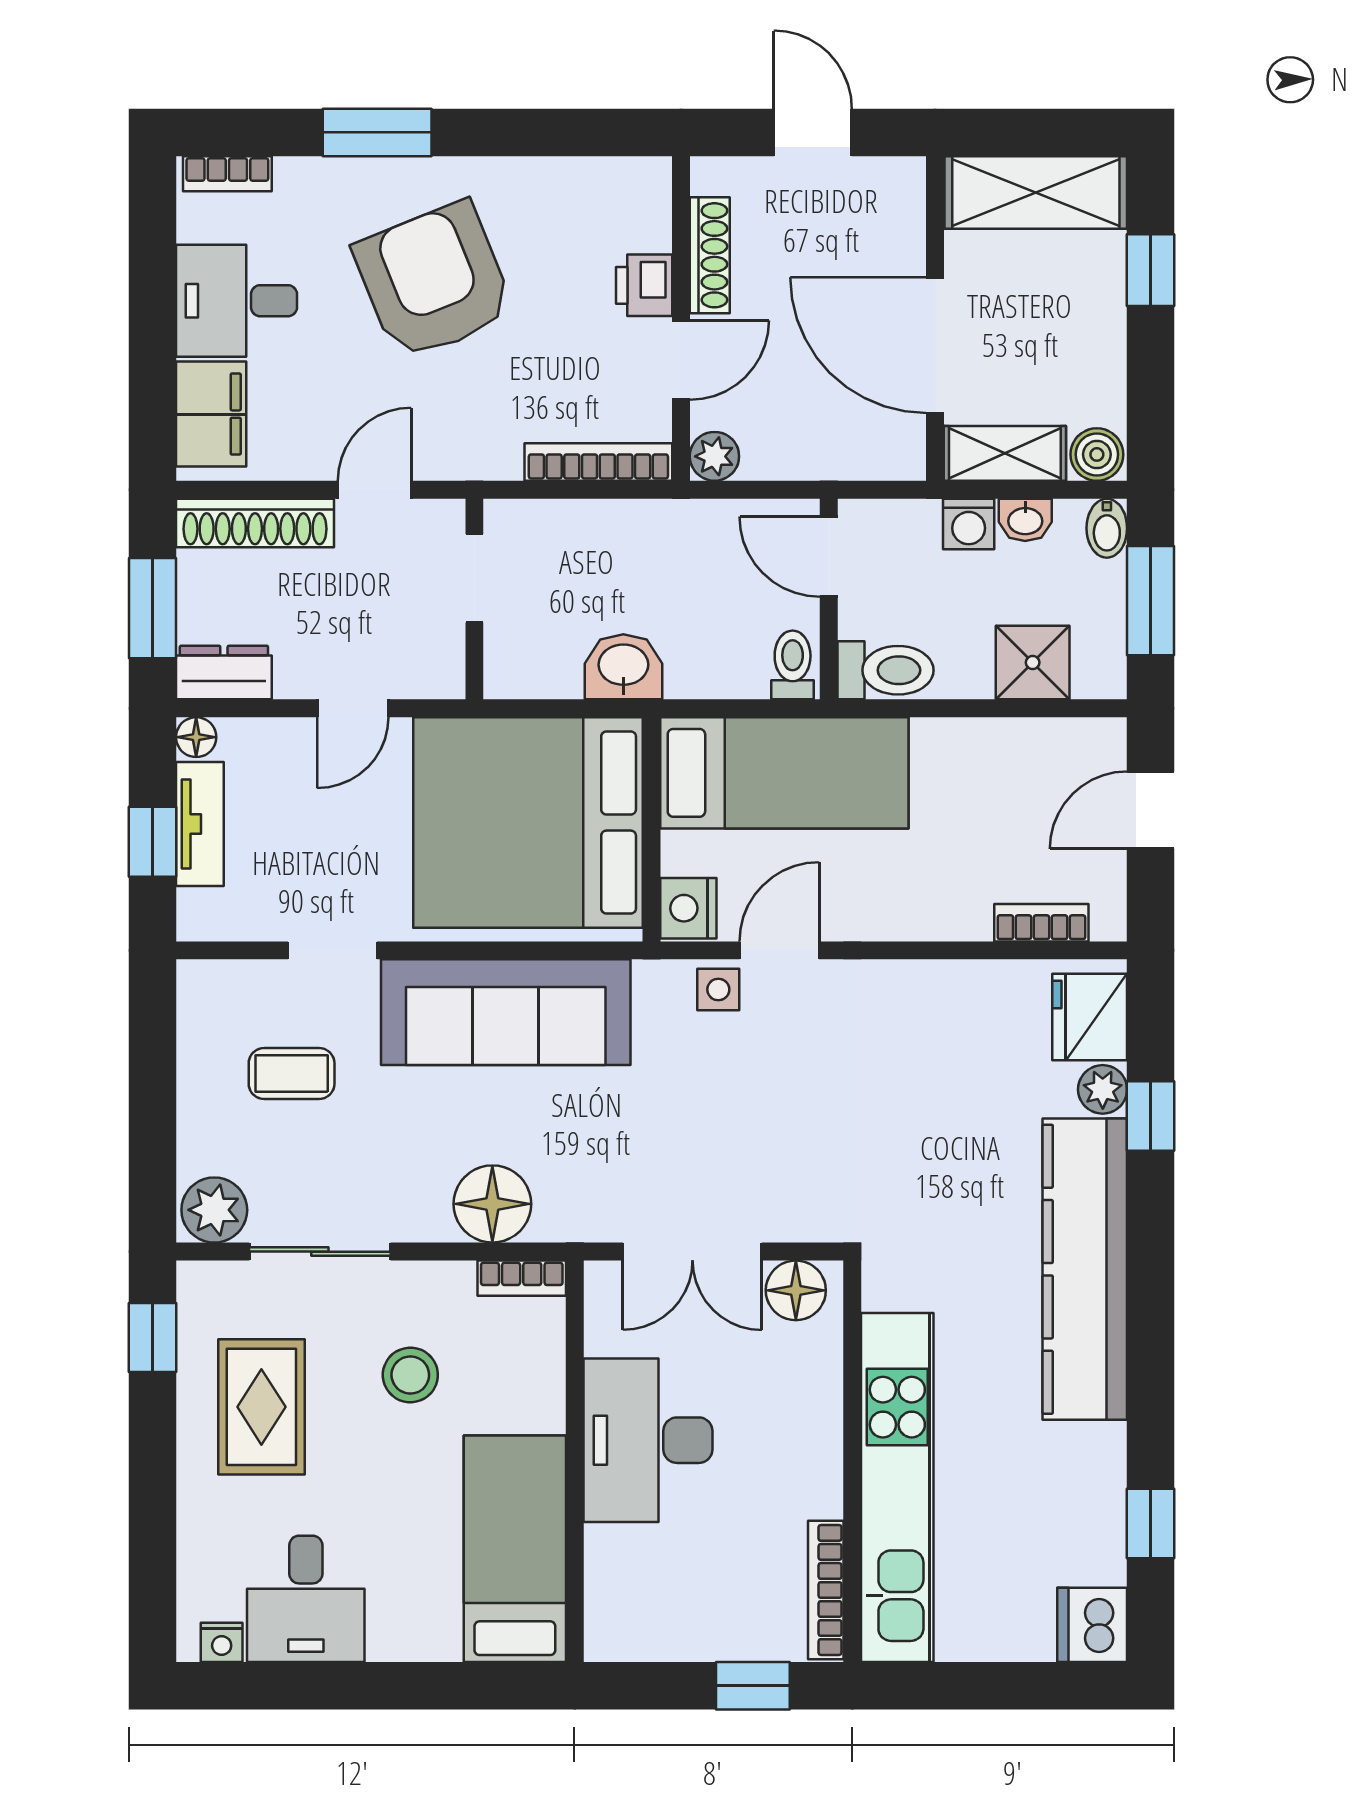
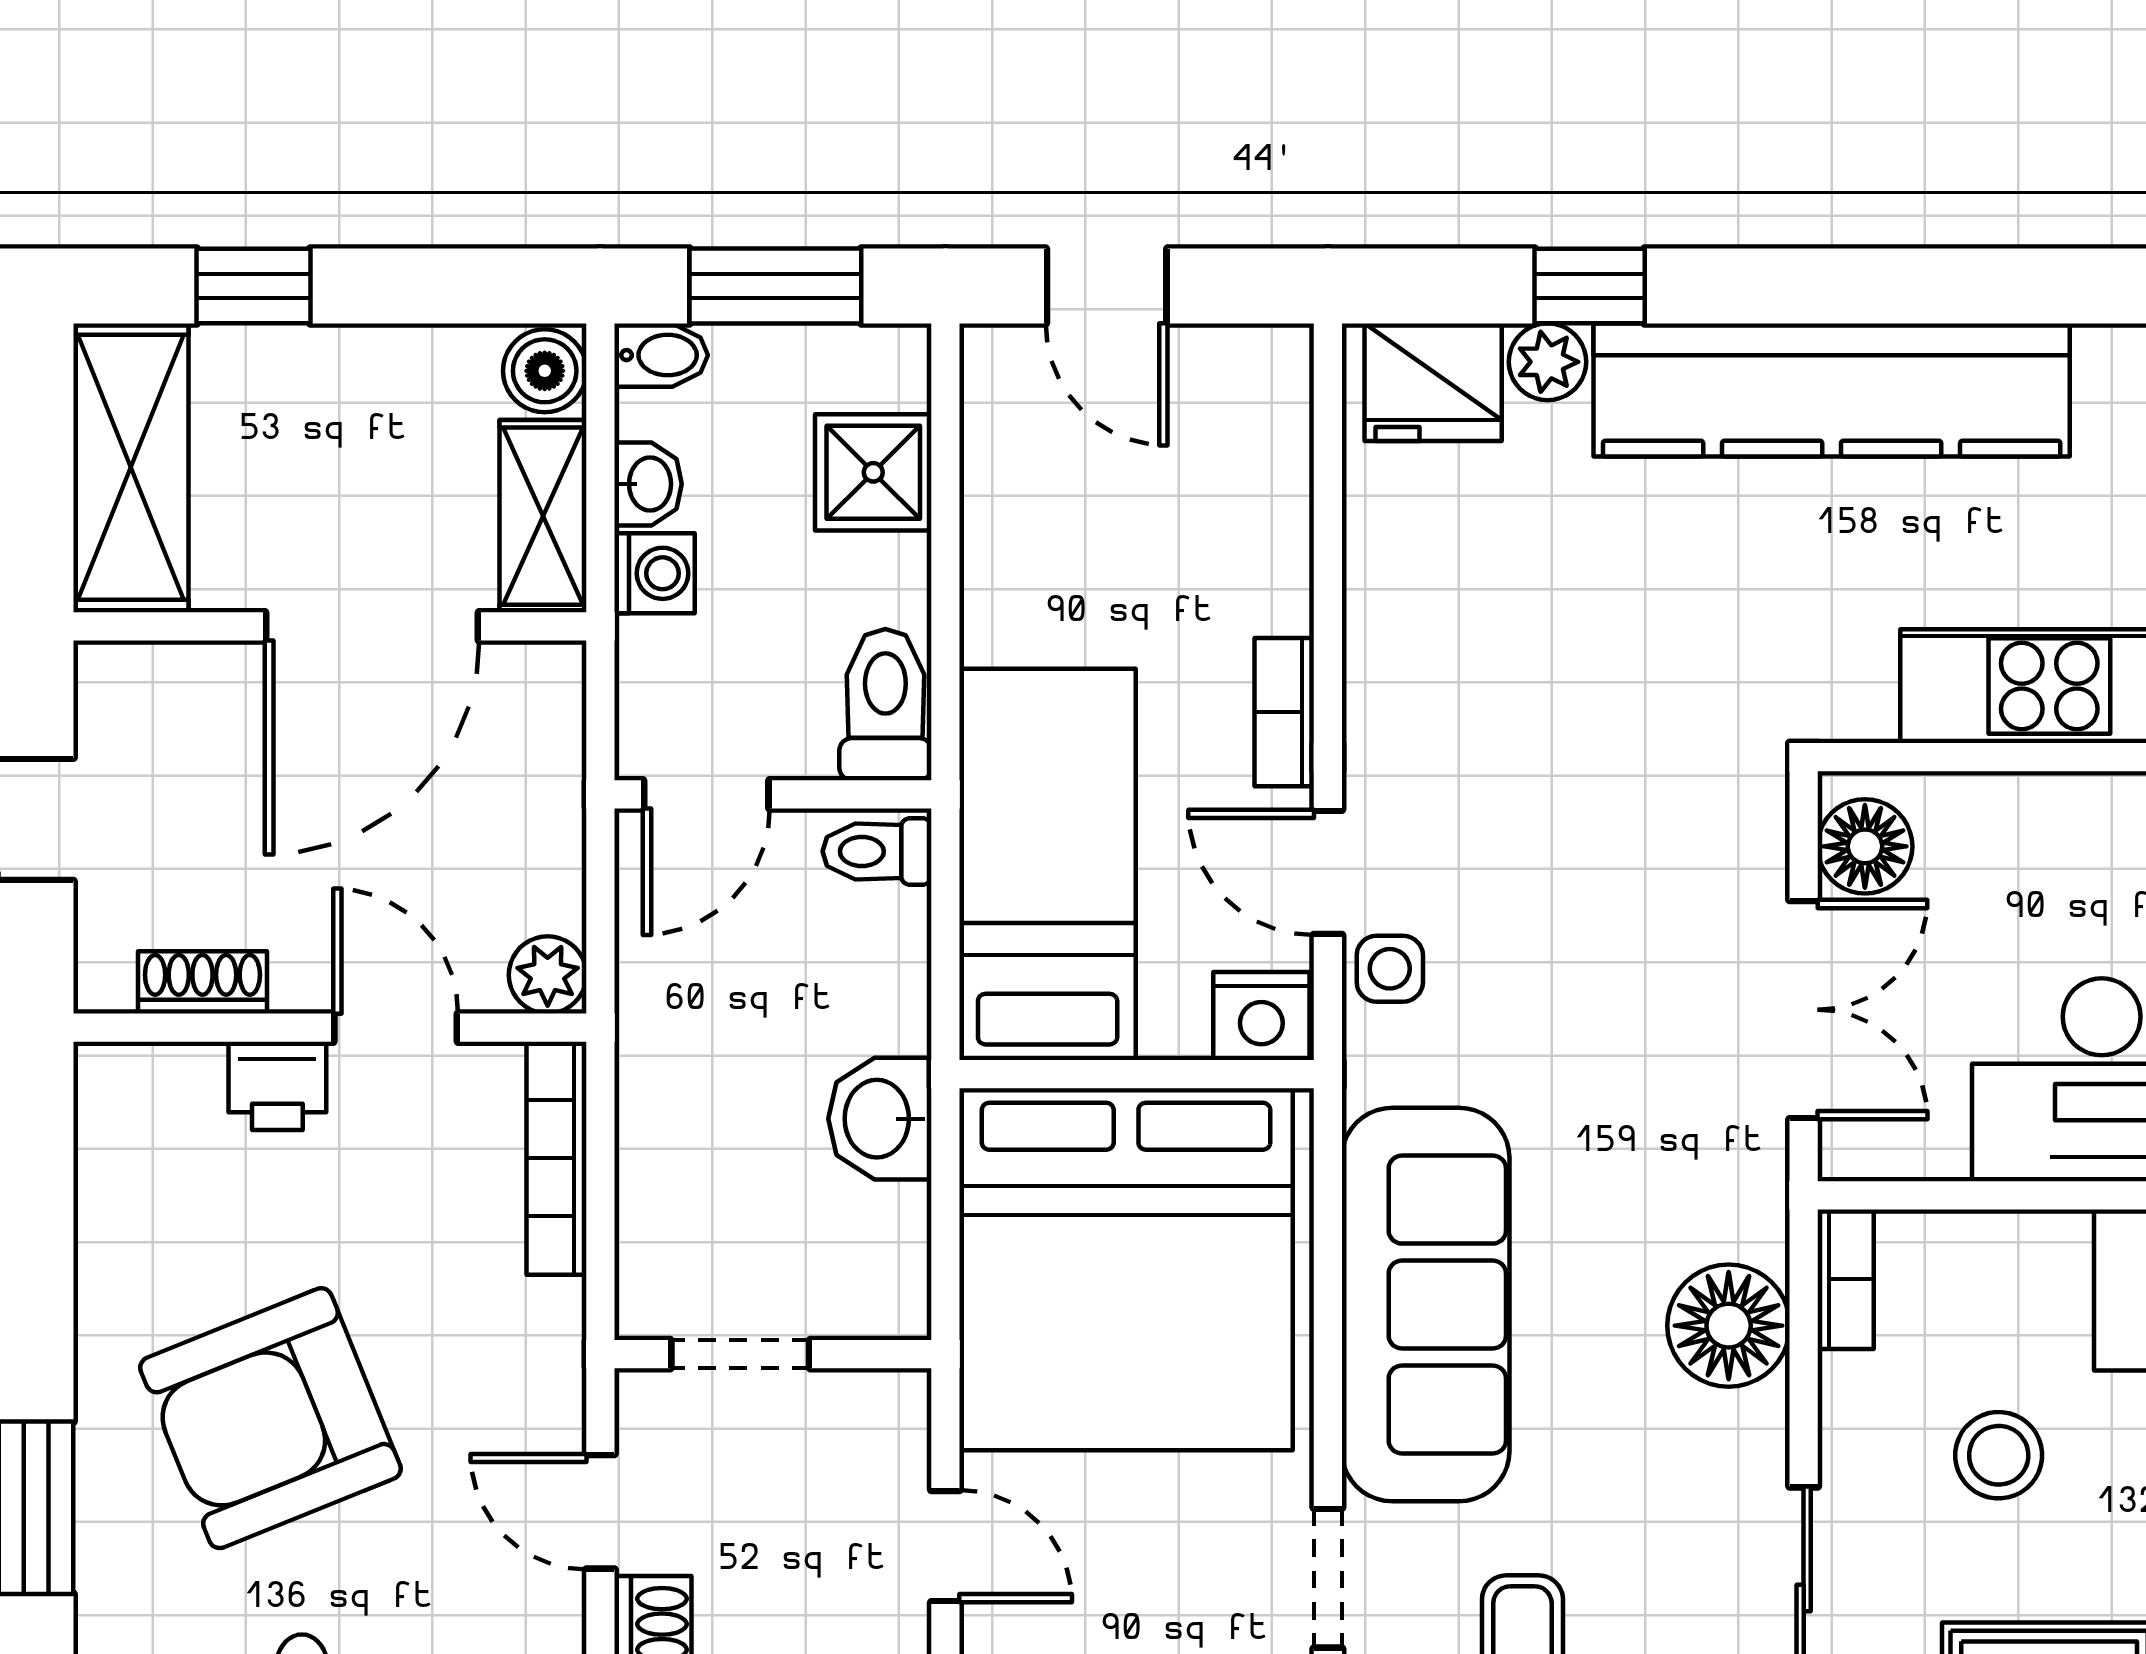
shoe rack: (710, 255) -> (202, 982), width x0.70
bookcase: (1041, 923) -> (1284, 712), moved

